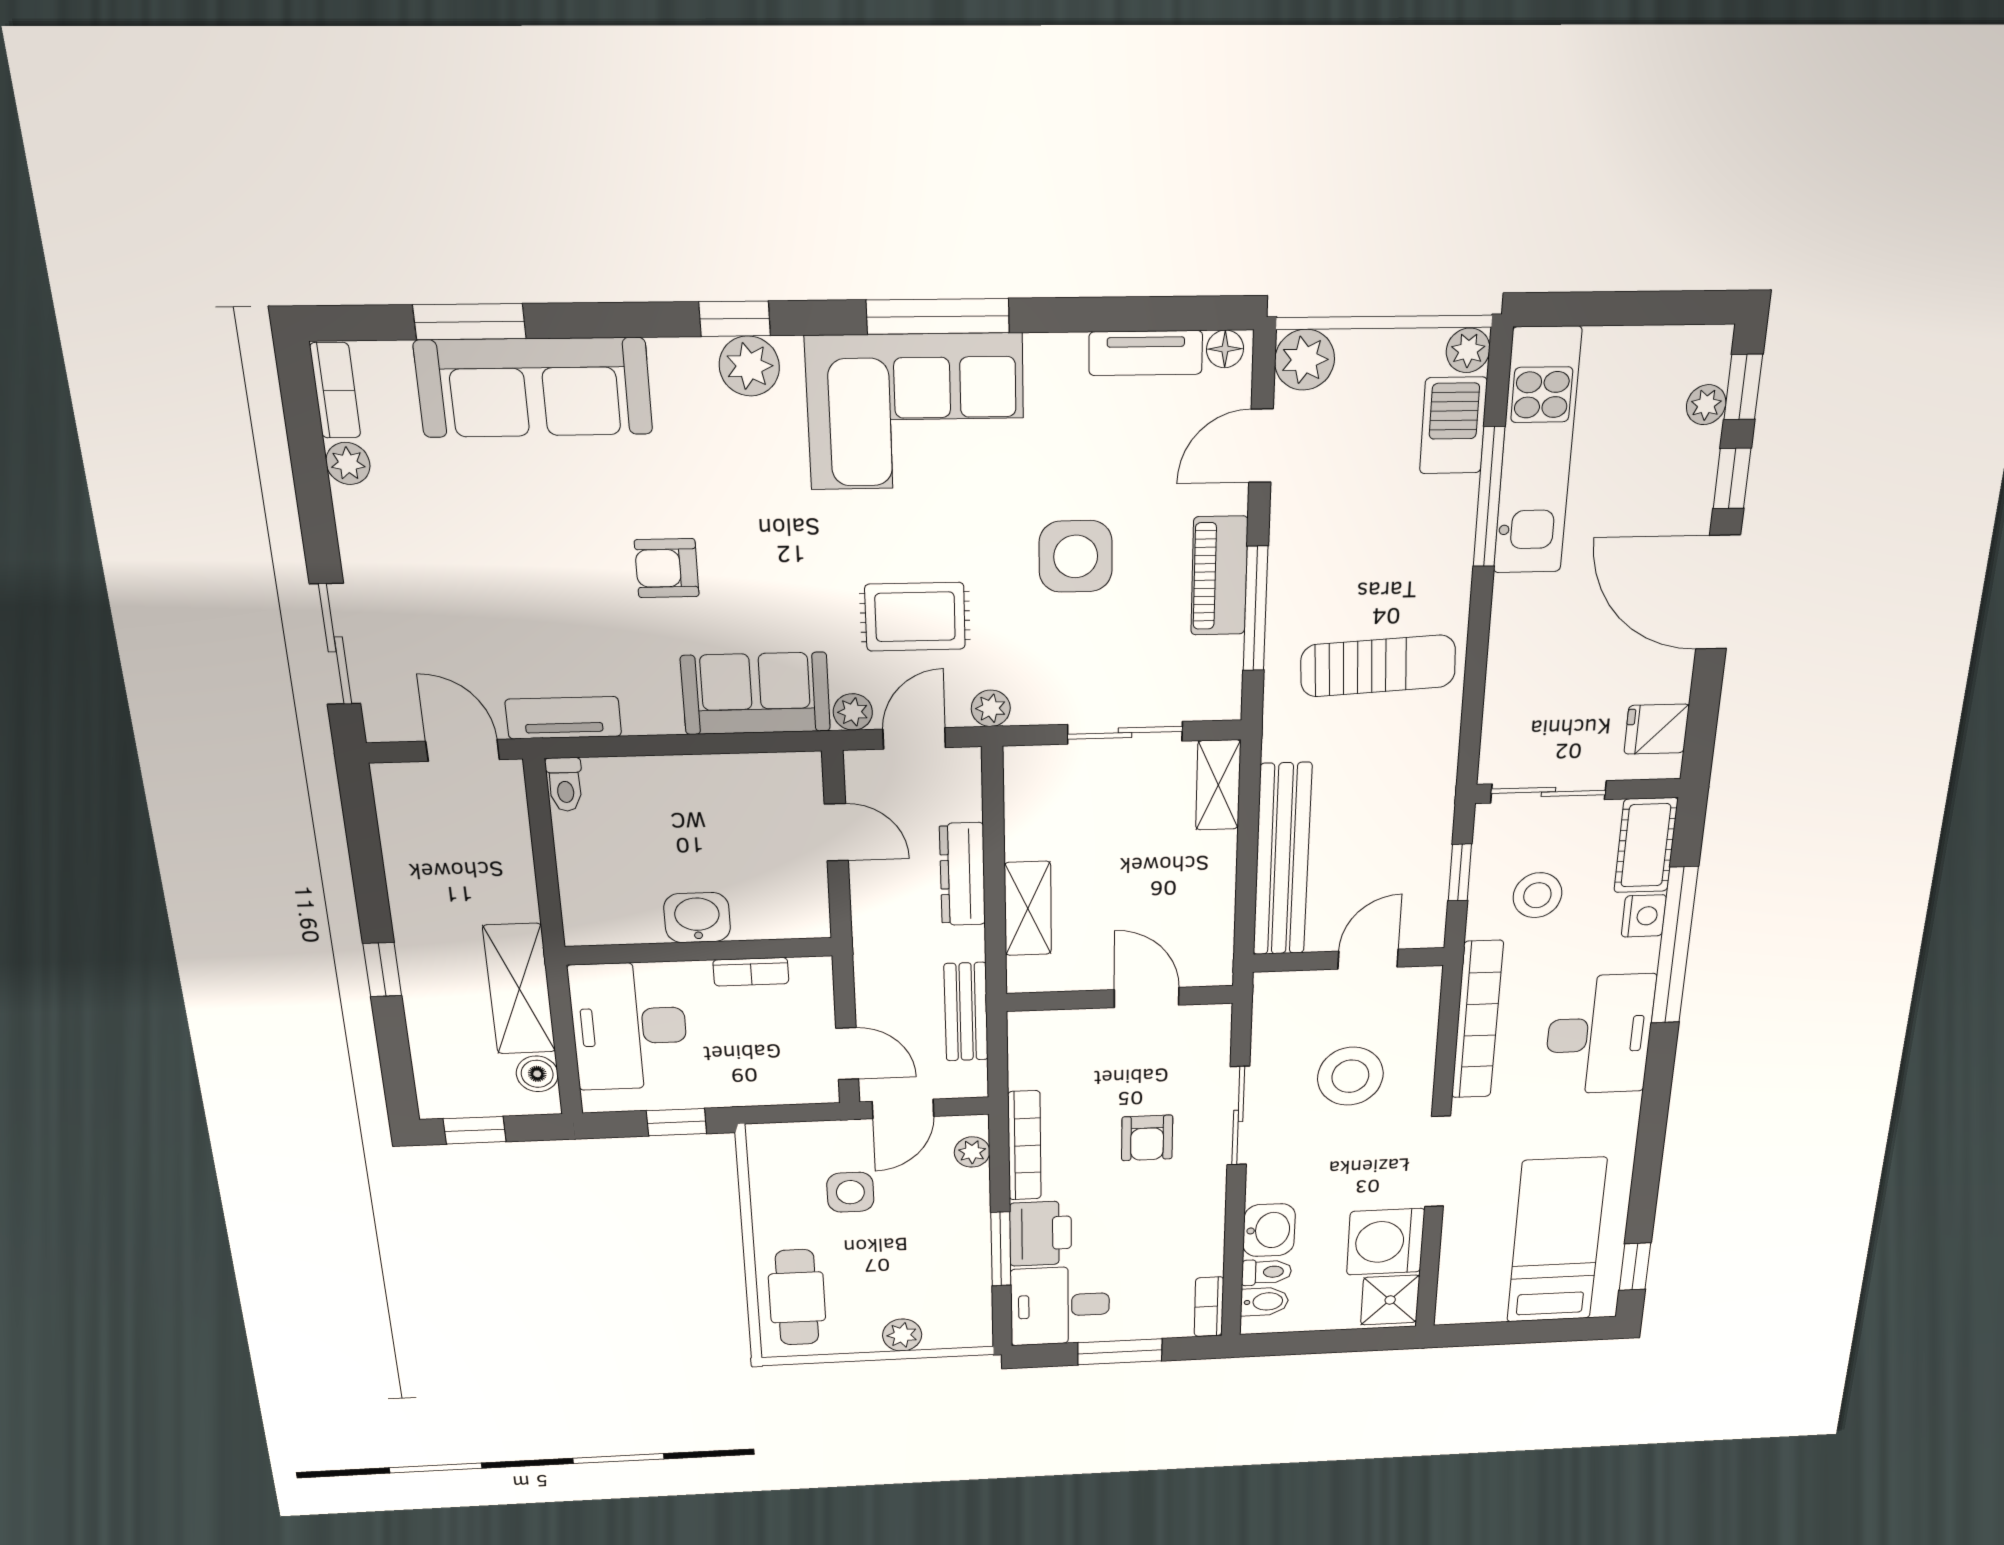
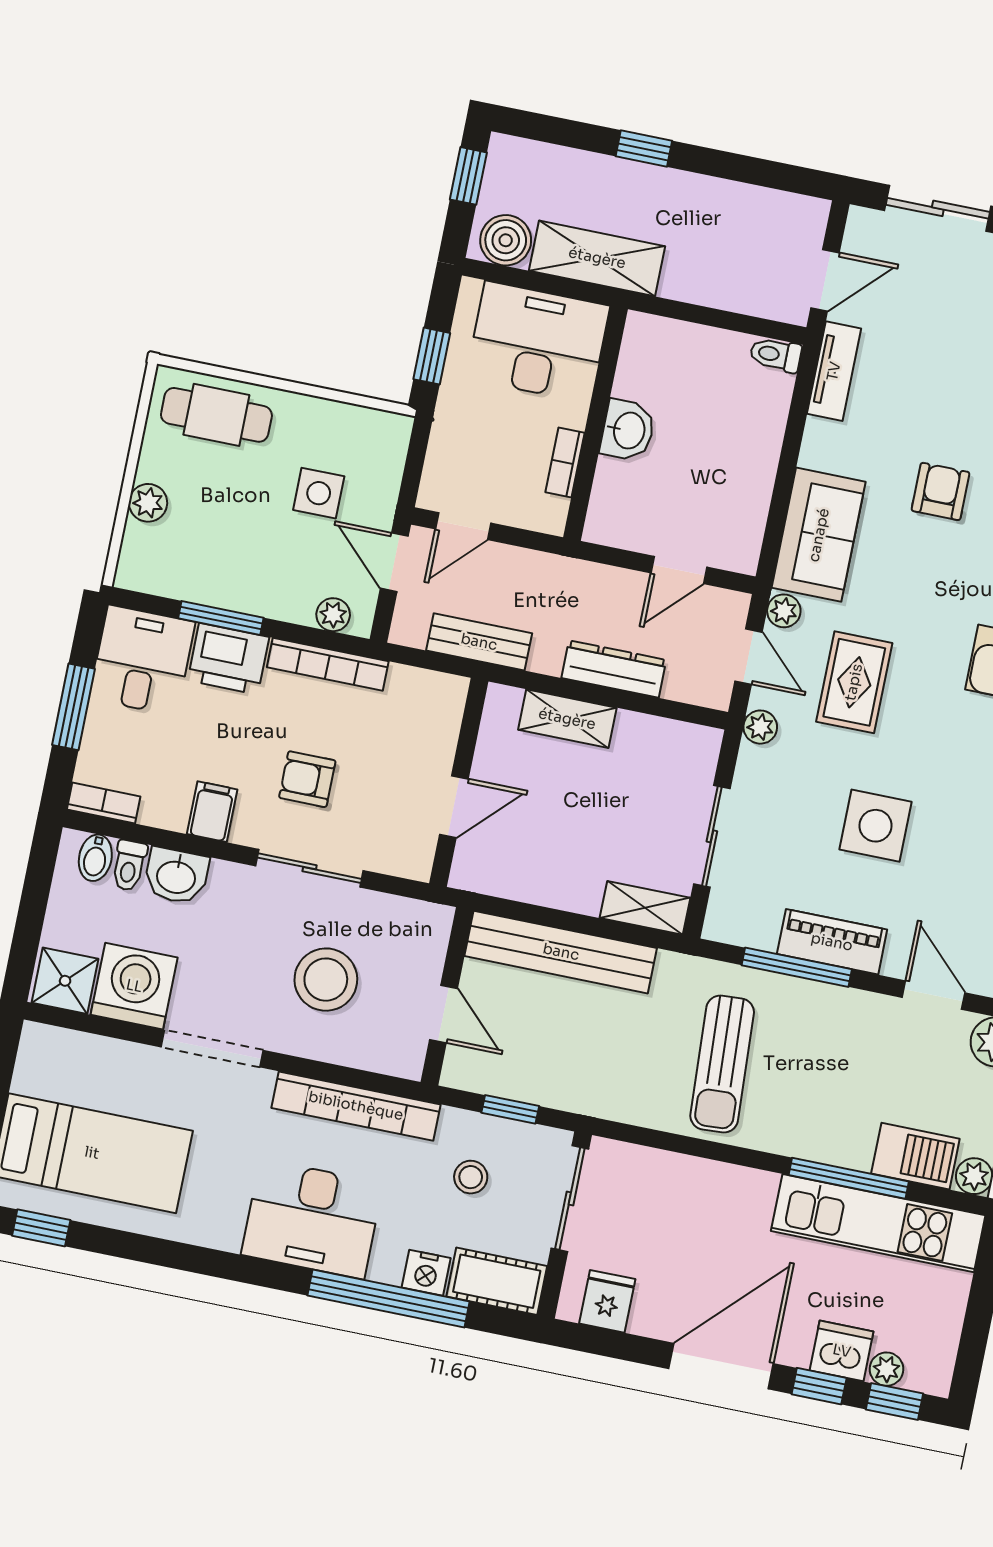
dishwasher: (1689, 461) -> (842, 1351), added
stool: (1537, 895) -> (471, 1177), width x0.73, depth x0.73
boiler: (537, 1074) -> (506, 240), width x1.36, depth x1.36
filing cabinet: (1198, 1214) -> (212, 812), added

